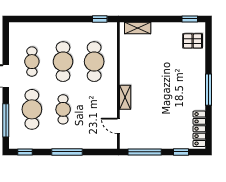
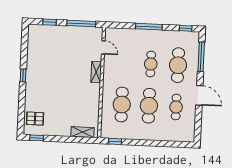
window: (208, 90) -> (23, 75), width x0.46
locker: (199, 129) -> (33, 42), removed

